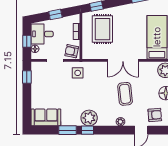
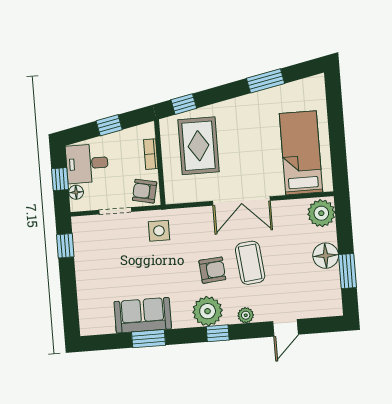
armchair: (155, 115) -> (212, 270), moved
sofa: (46, 117) -> (143, 315), moved
plant: (89, 118) -> (208, 311), moved
window: (88, 130) -> (218, 333), moved

